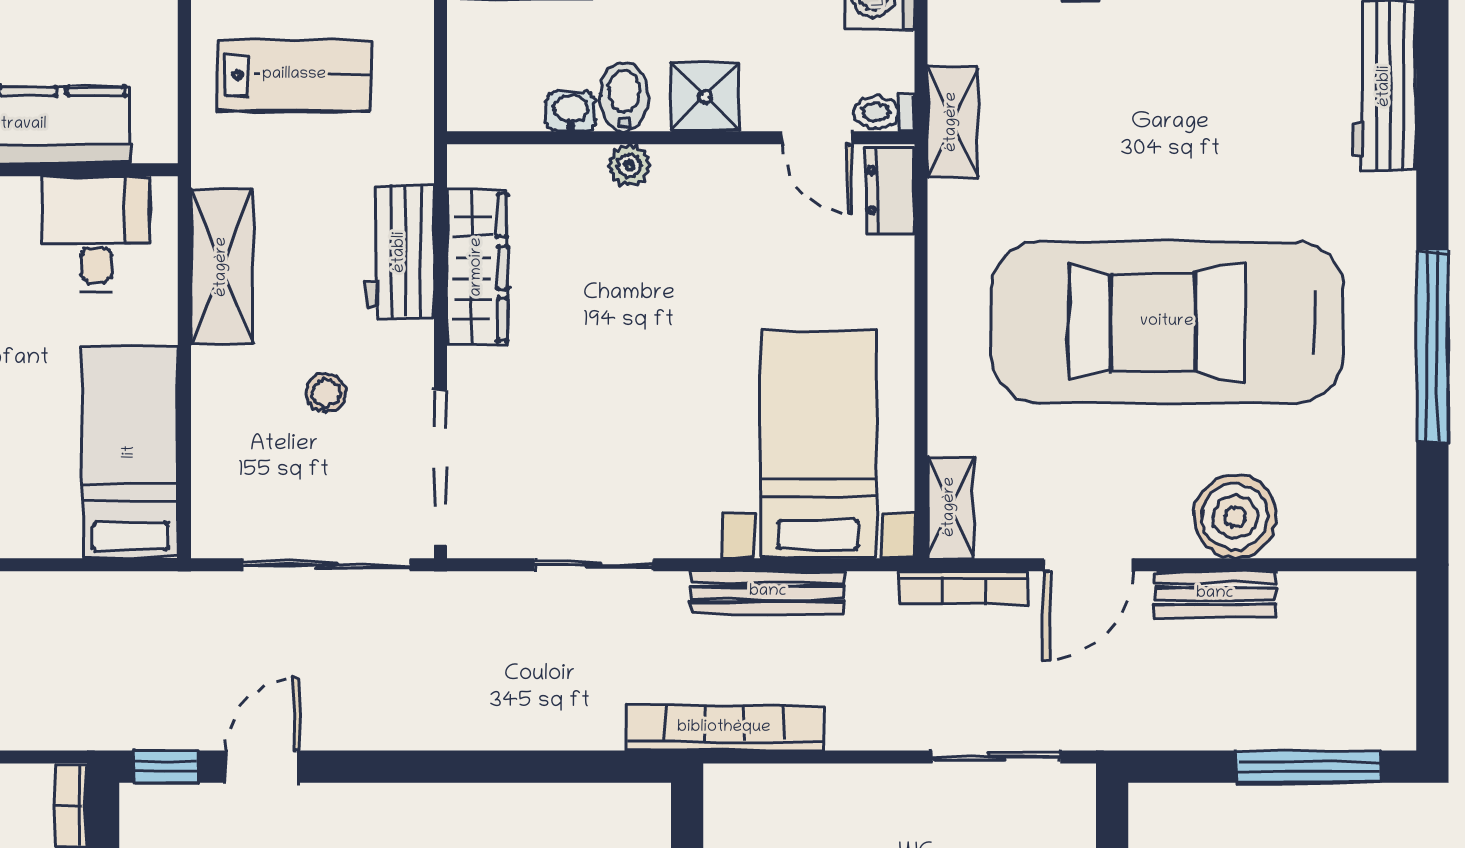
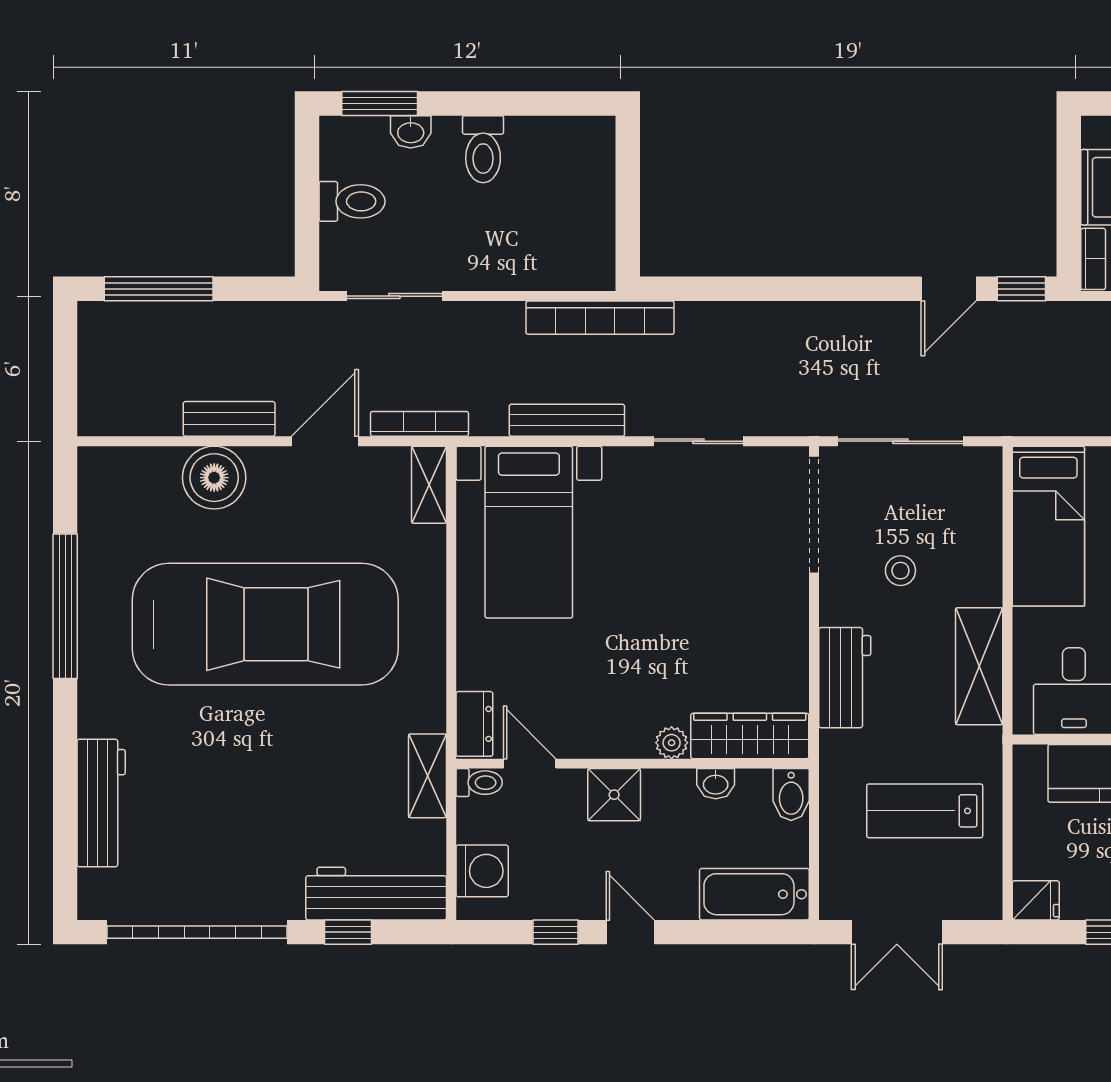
bidet: (624, 97) -> (791, 795), moved
wardrobe: (477, 267) -> (750, 736), moved, turned 90

